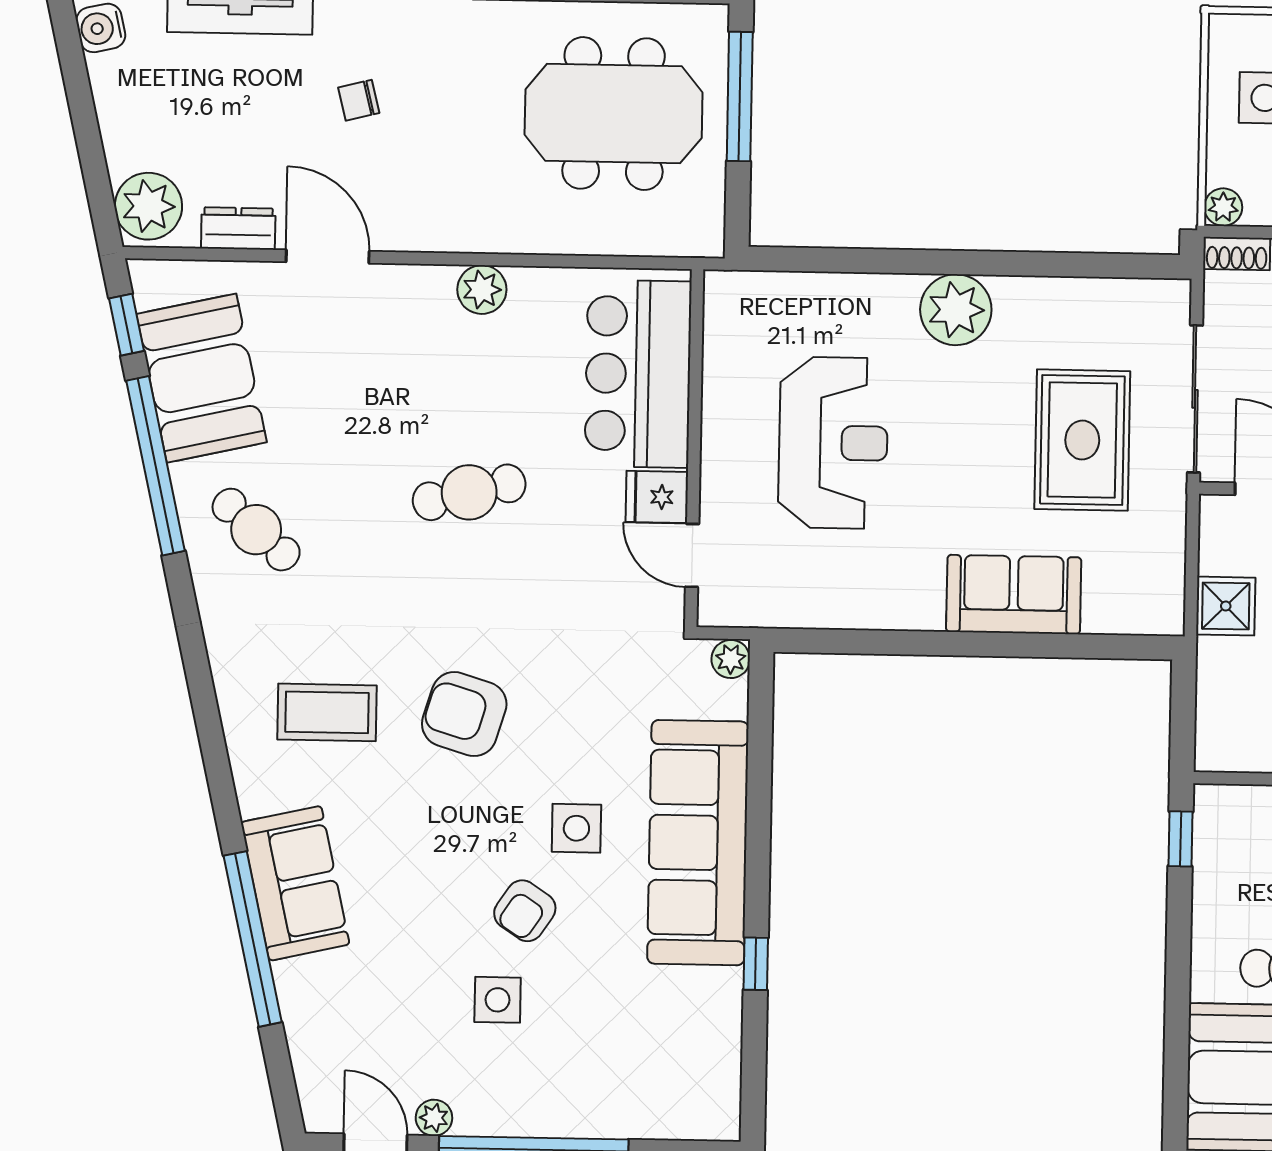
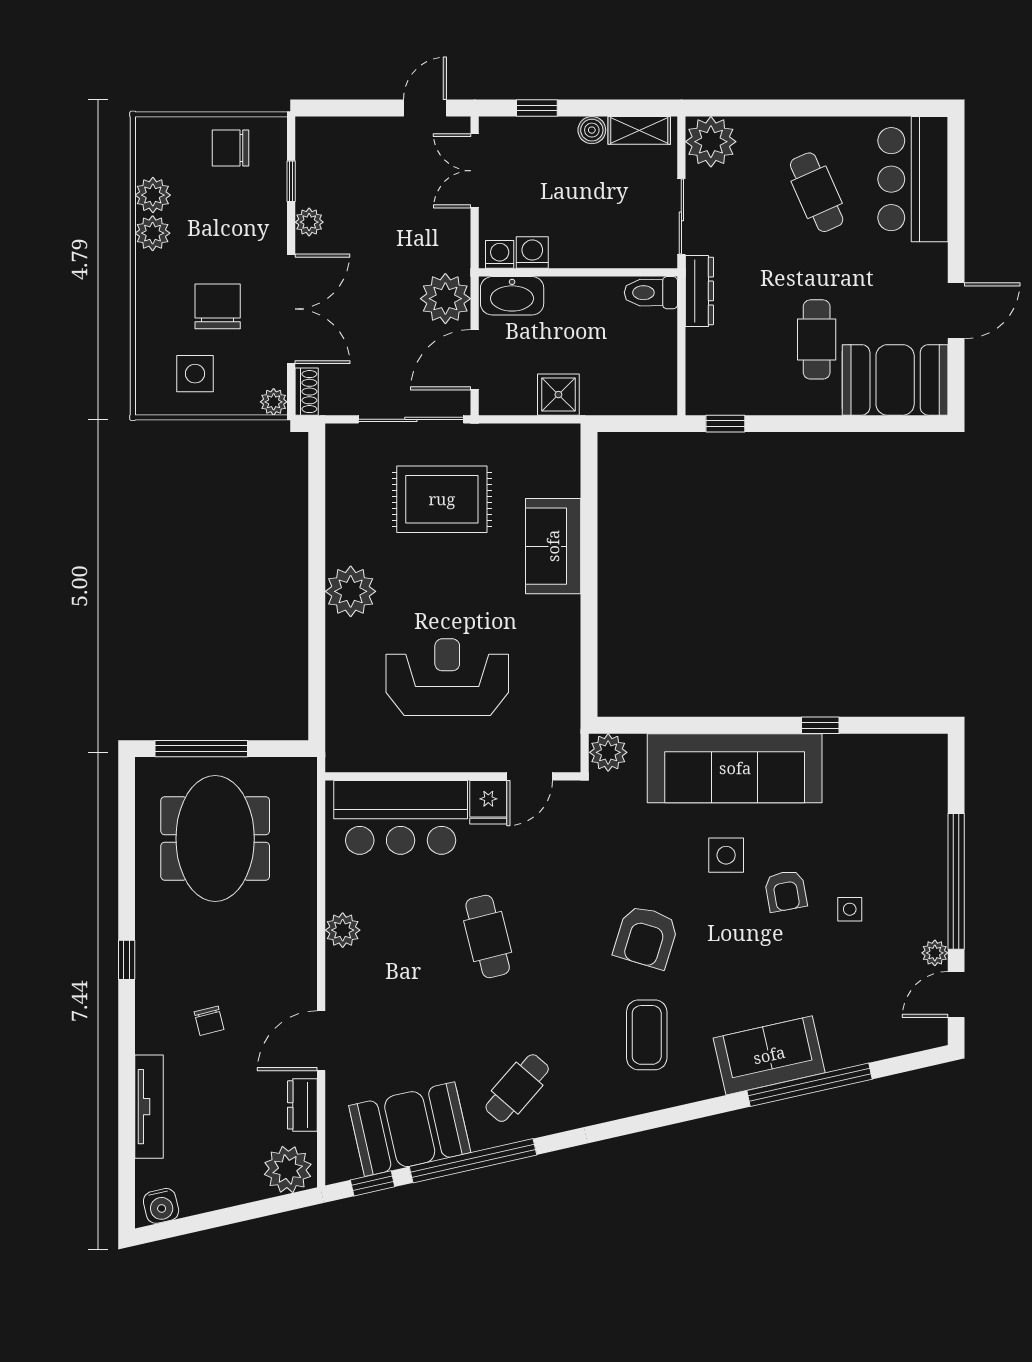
plant: (731, 659) -> (608, 752), width x1.38, depth x1.38
armchair: (525, 911) -> (786, 891), turned 46
side table: (498, 1000) -> (850, 909), width x0.73, depth x0.73

